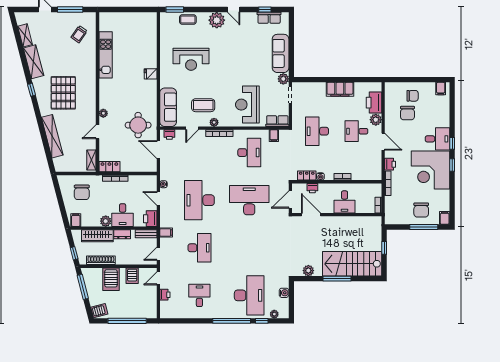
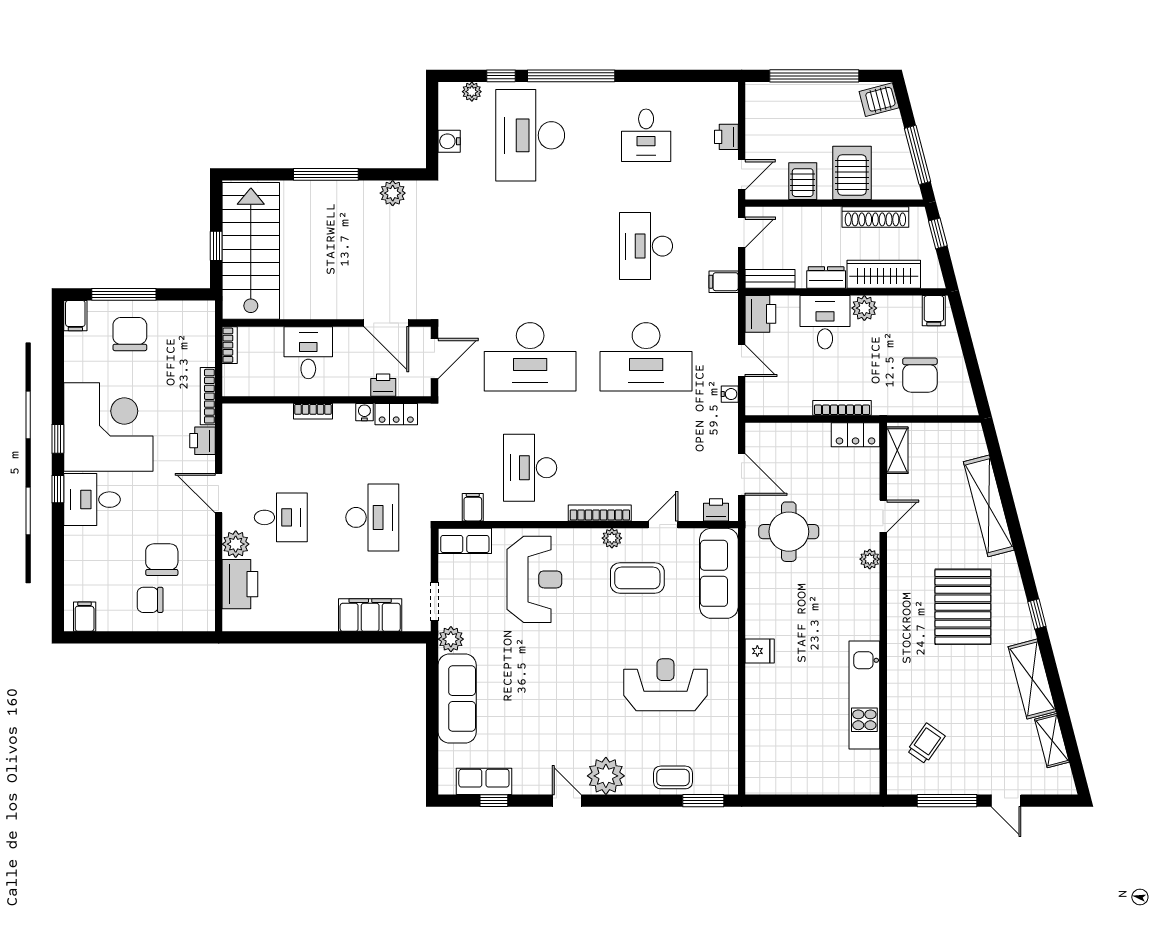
filing cabinet: (340, 89) -> (370, 615), moved
chair: (82, 192) -> (920, 375), turned 180
desk: (199, 200) -> (646, 357), turned 90
stairs: (352, 264) -> (251, 251), moved, turned -90

